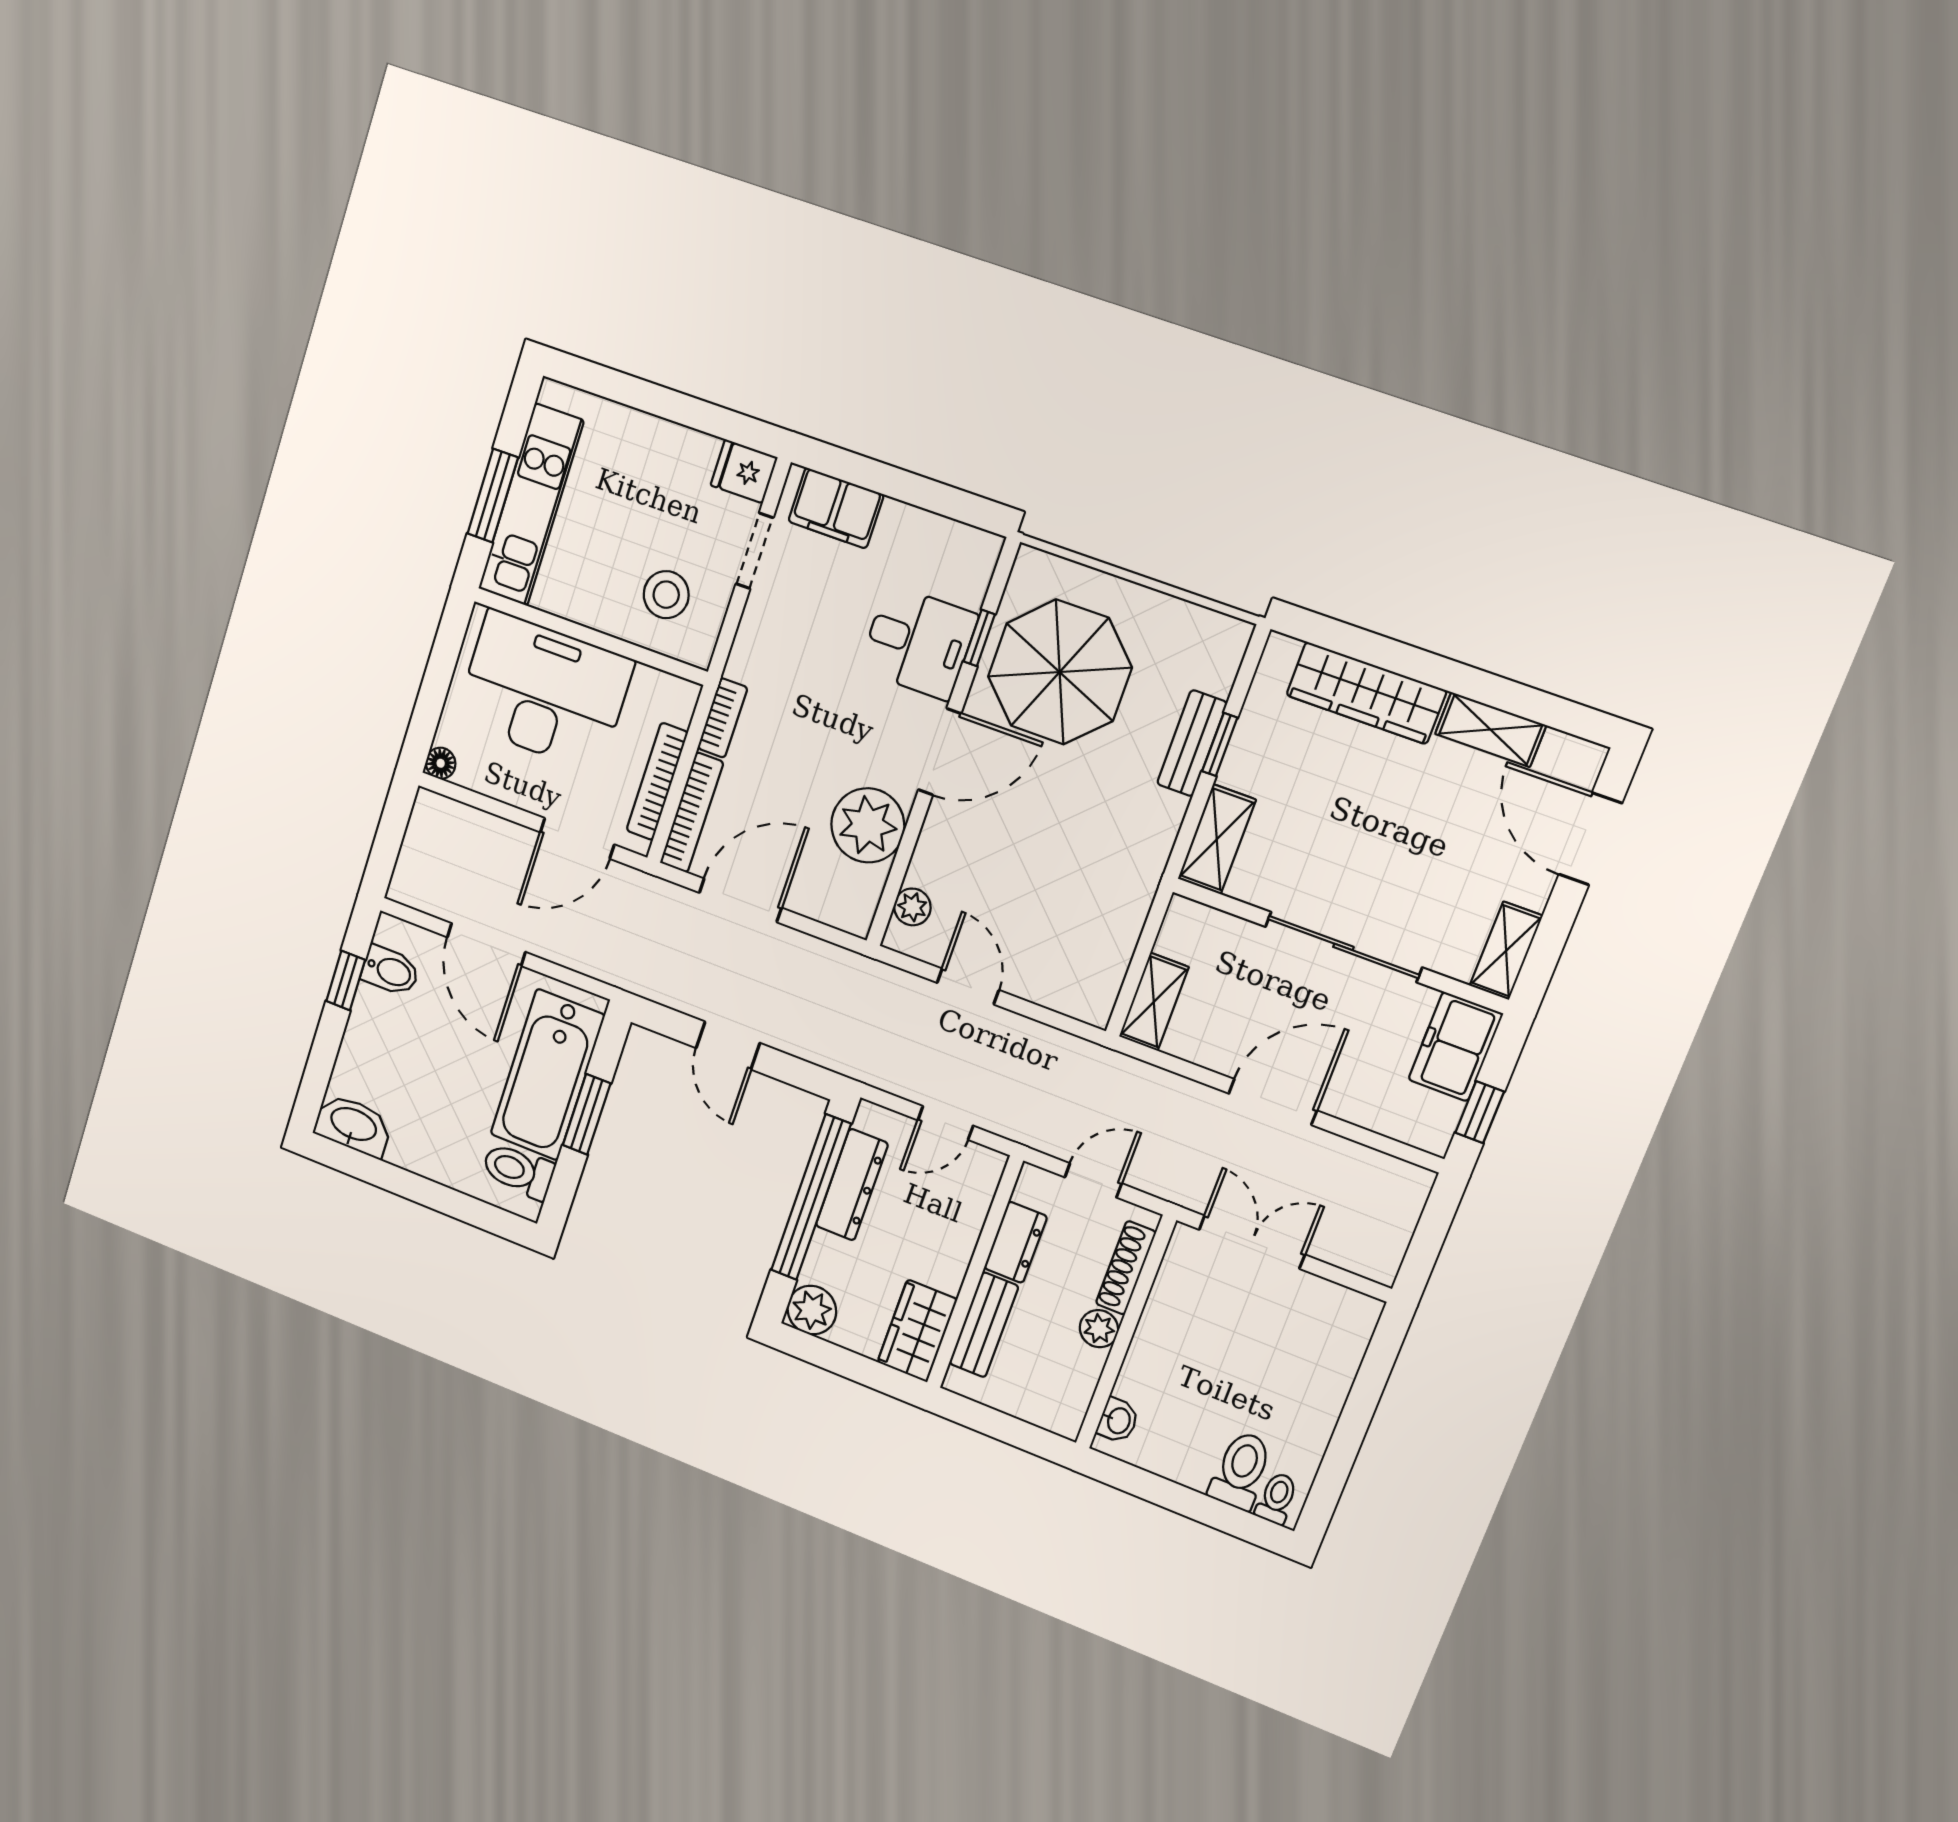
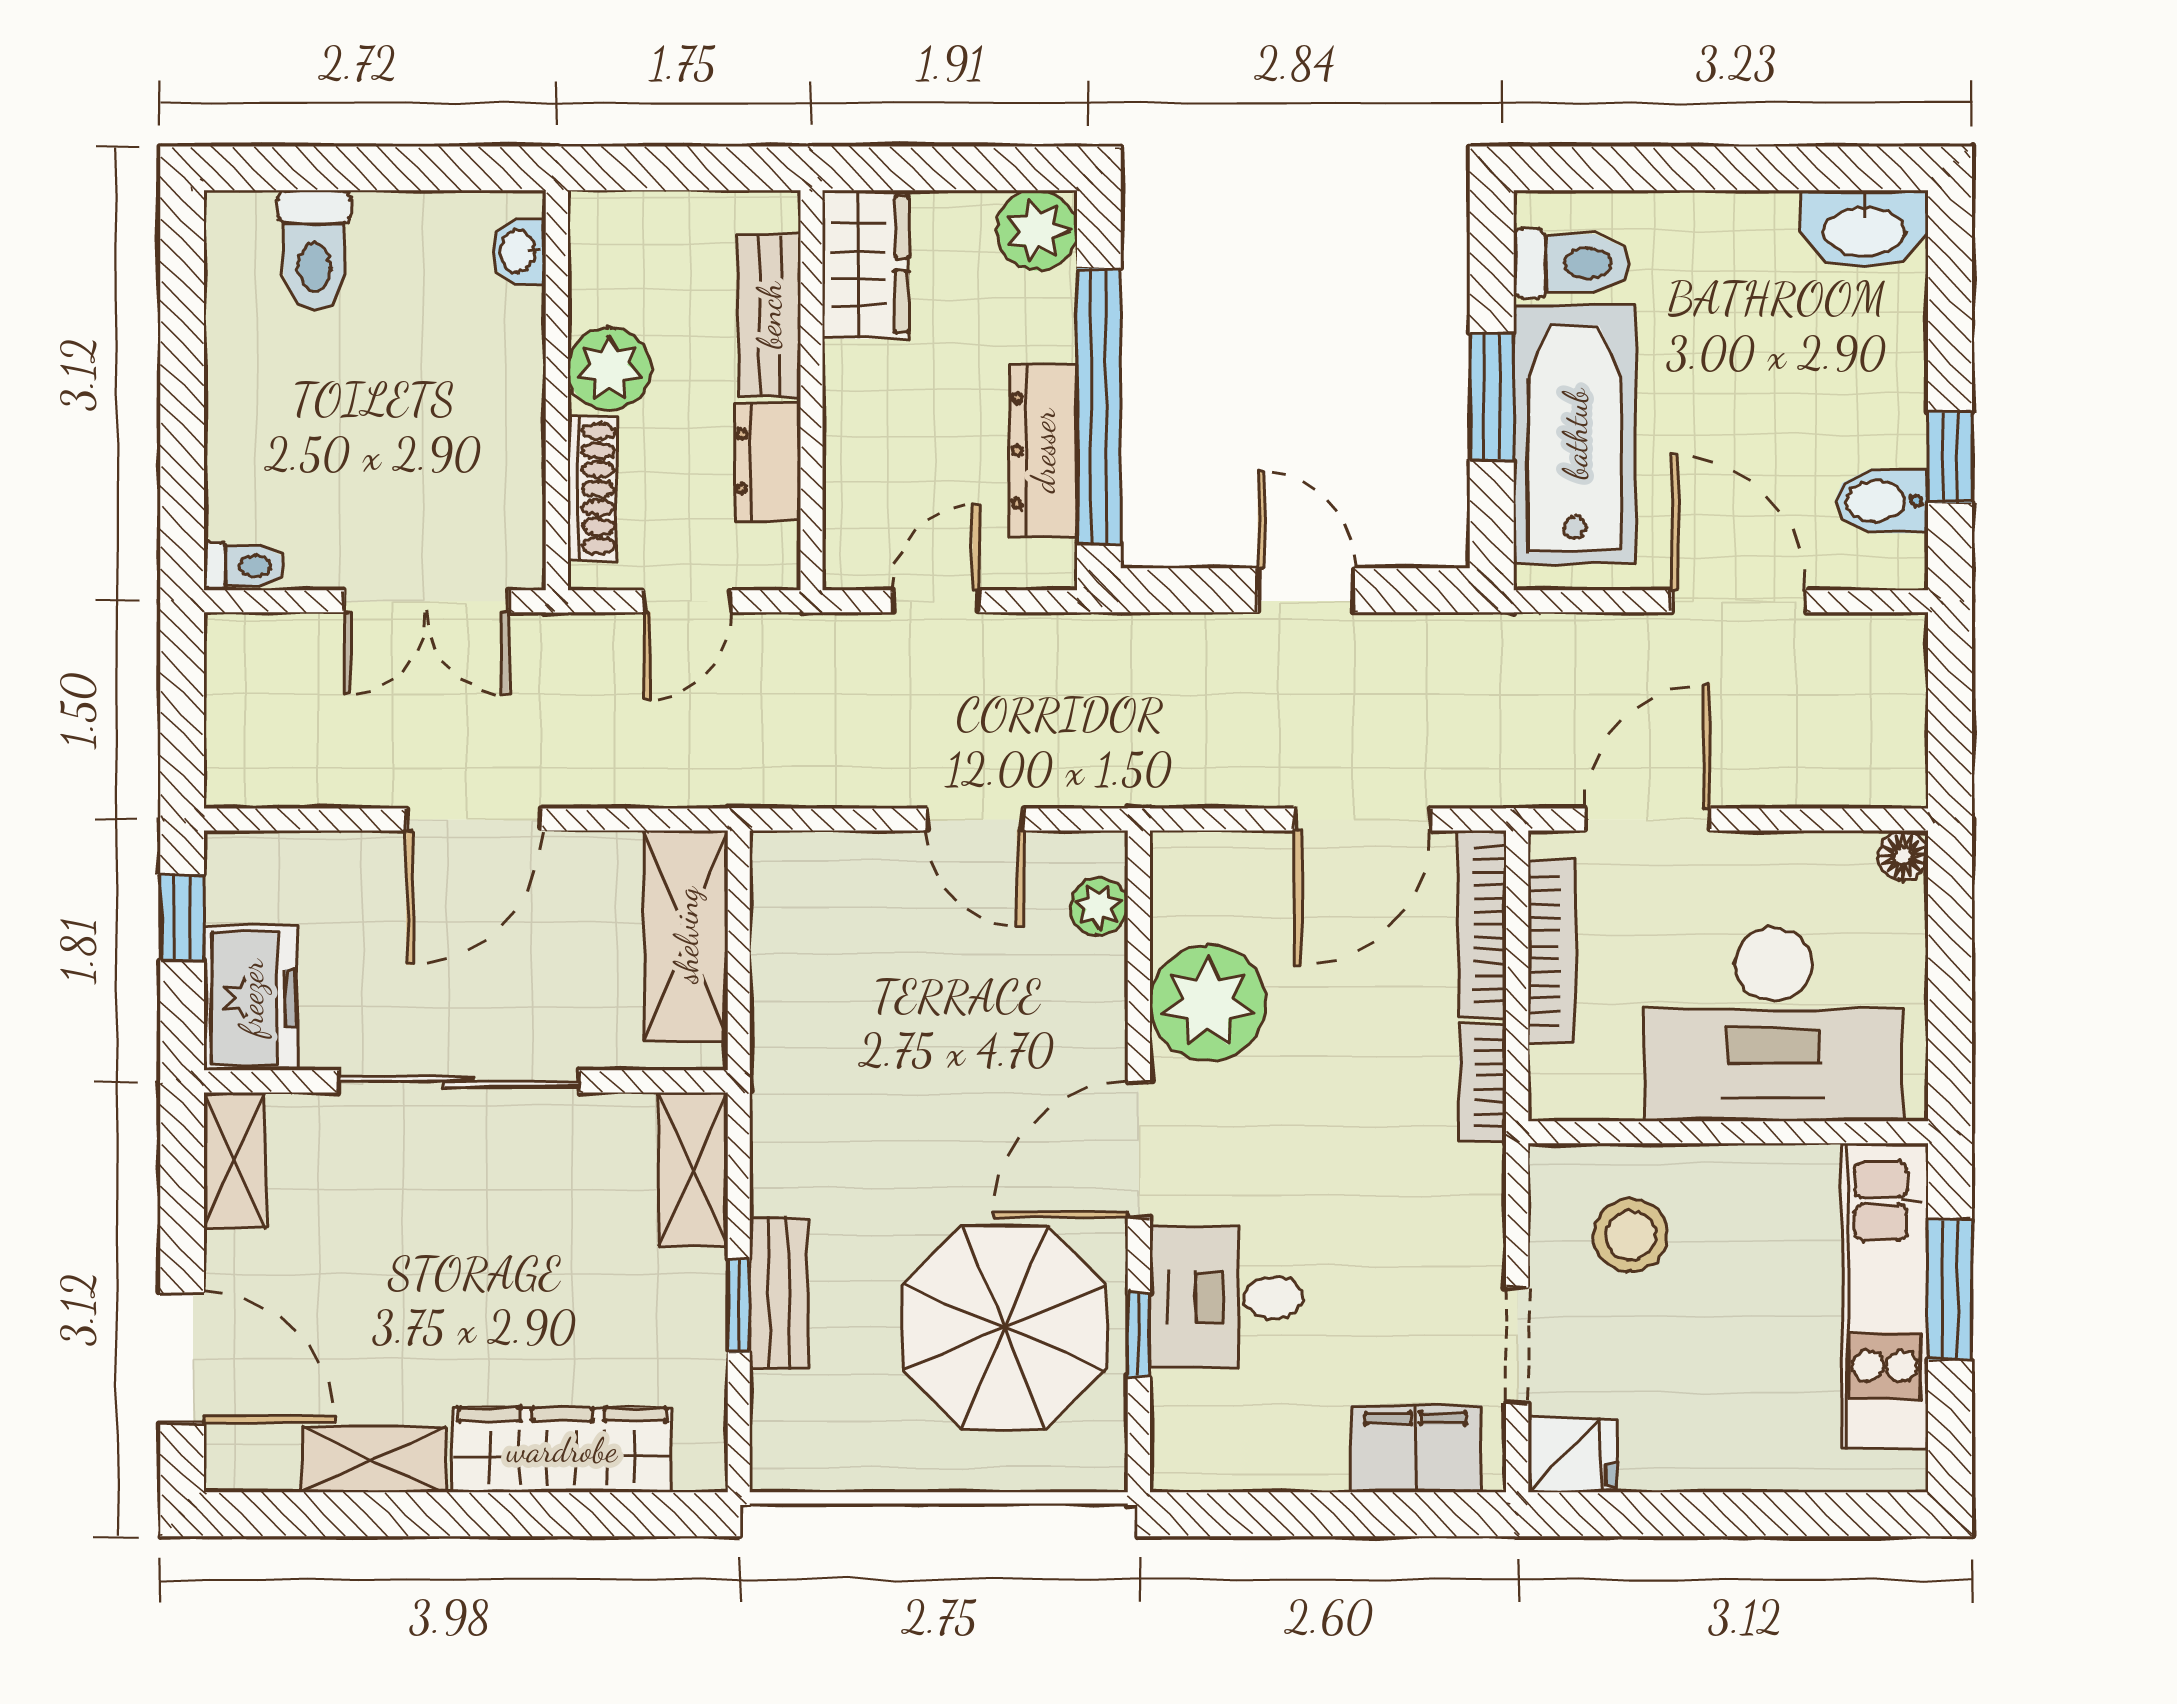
shelving: (1154, 1002) -> (686, 935), width x1.50, depth x1.33
plant: (1099, 1329) -> (609, 369), width x1.38, depth x1.38
toilet: (1277, 1498) -> (244, 566), moved, turned -90

